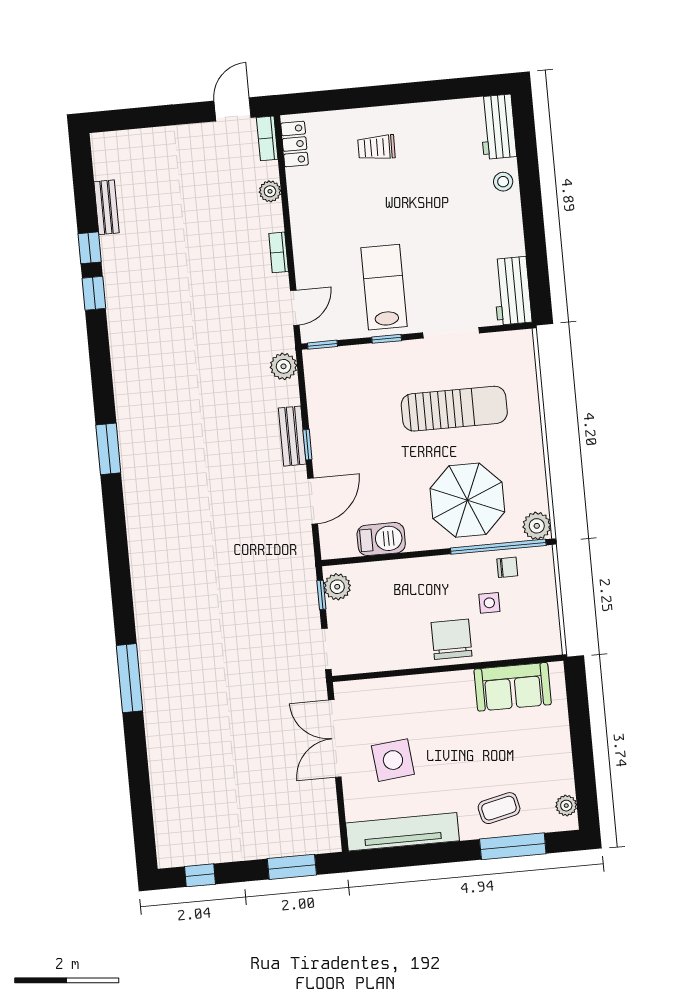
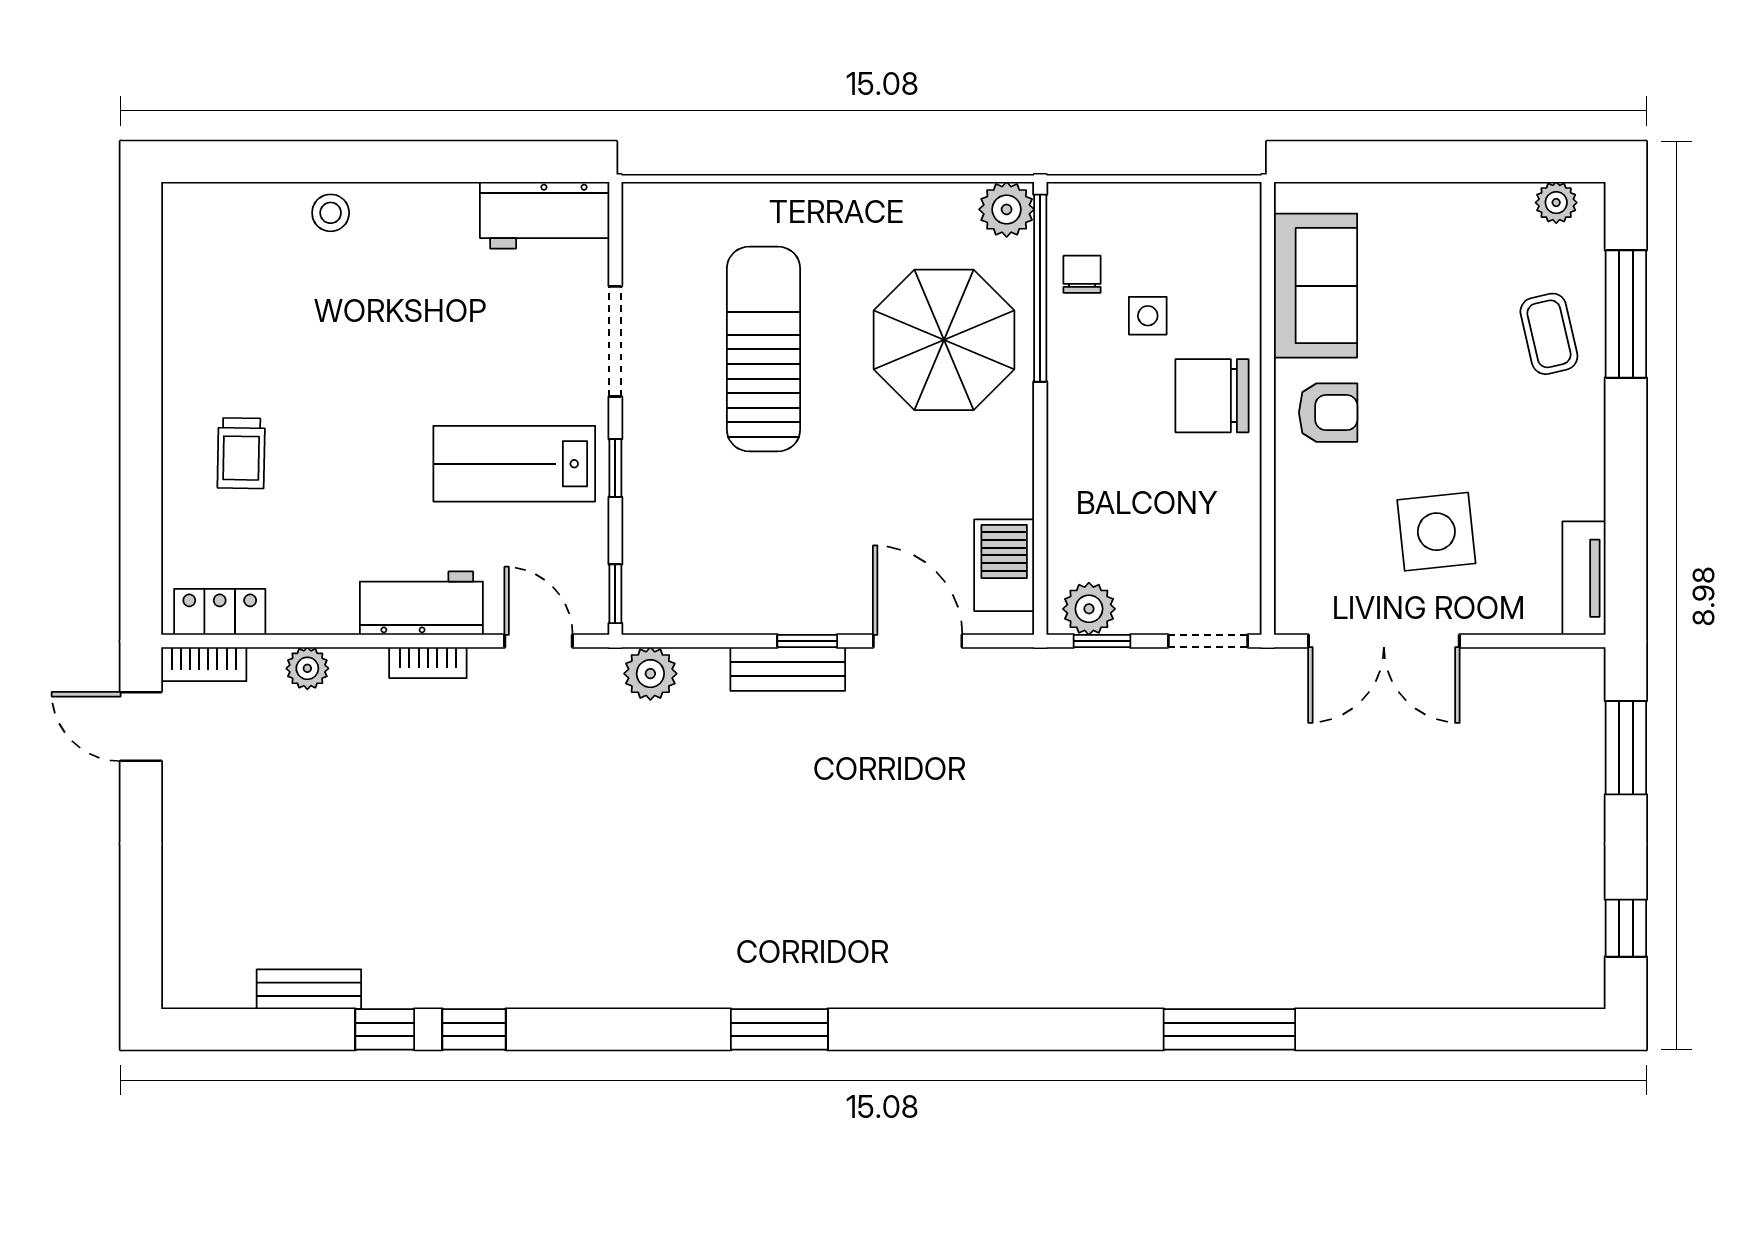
workbench: (498, 127) -> (421, 603), moved, turned 180
barbecue: (381, 539) -> (1004, 565), moved
armchair: (449, 699) -> (1328, 413), added
tv unit: (403, 832) -> (1584, 578), width x0.52, depth x0.78

